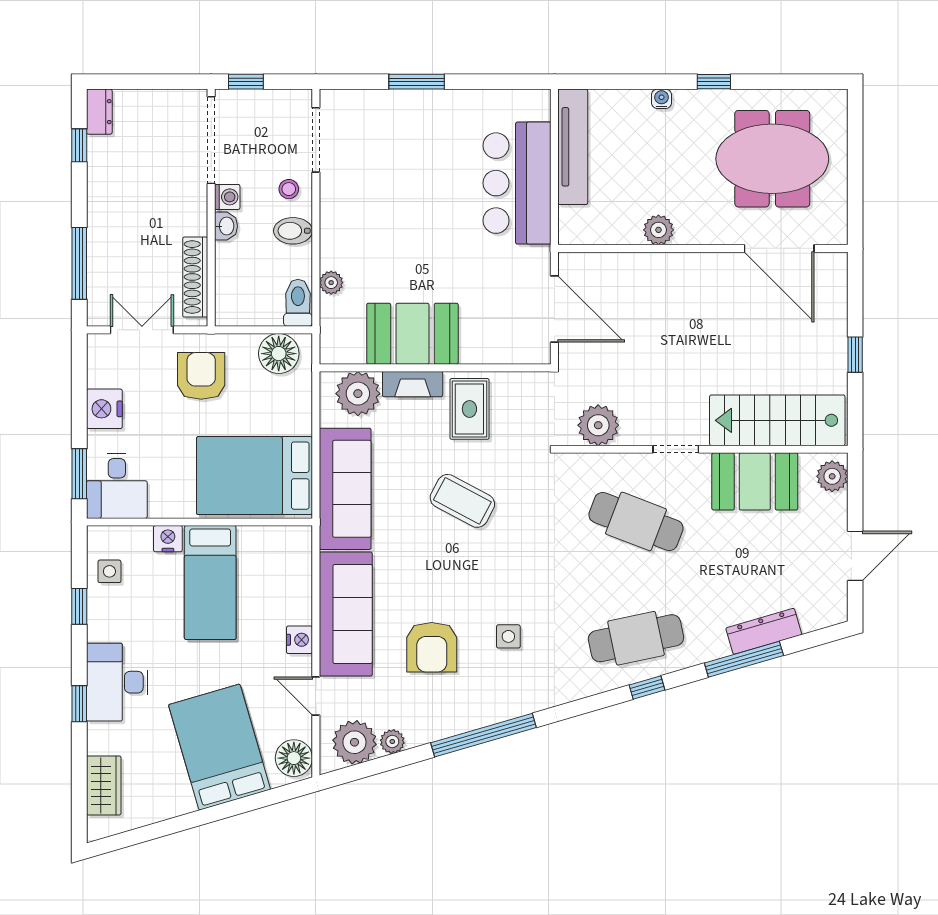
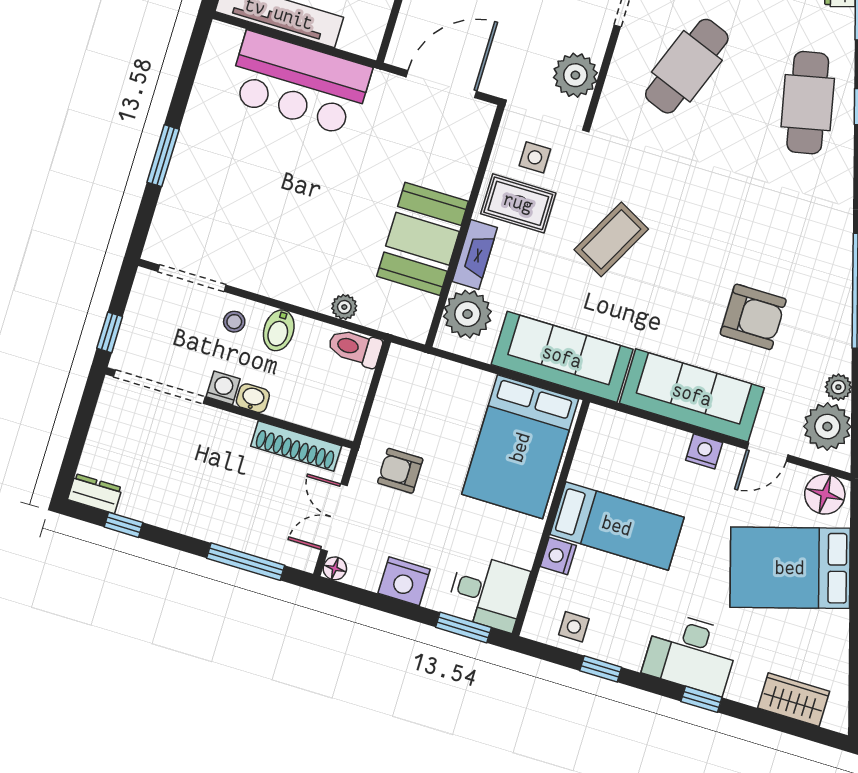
floor lamp: (279, 354) -> (335, 568), moved, width x0.53, depth x0.53
armchair: (201, 376) -> (400, 471), width x0.72, depth x0.72
side table: (508, 636) -> (535, 157), moved

